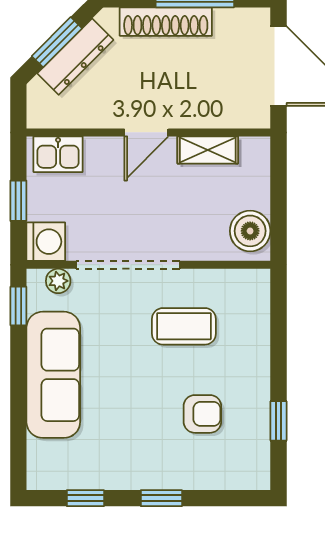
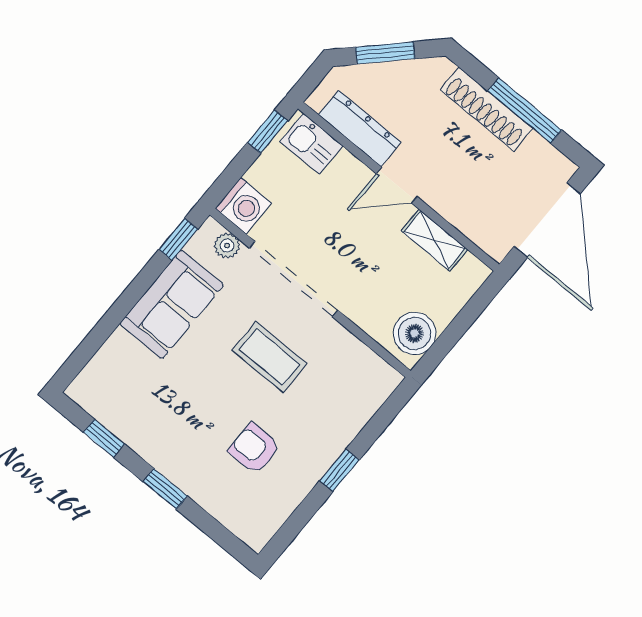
dresser: (75, 57) -> (360, 128), moved, turned -135
window: (18, 201) -> (268, 132), moved
coffee table: (184, 326) -> (270, 357), moved
sofa: (53, 375) -> (172, 304), width x0.73
armchair: (202, 414) -> (254, 449), turned 180
window: (279, 421) -> (339, 470), moved

